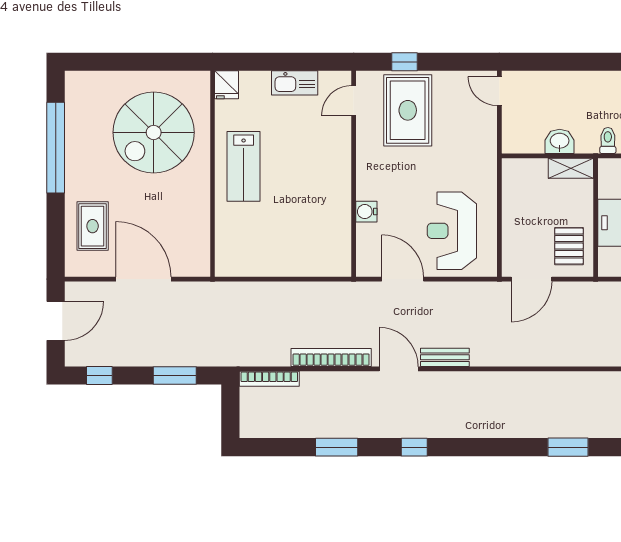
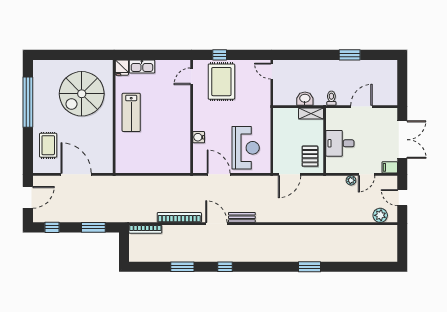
kitchen sink: (295, 83) -> (142, 67), moved
reception desk: (452, 231) -> (246, 148), turned 180

